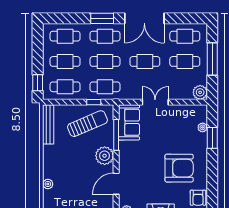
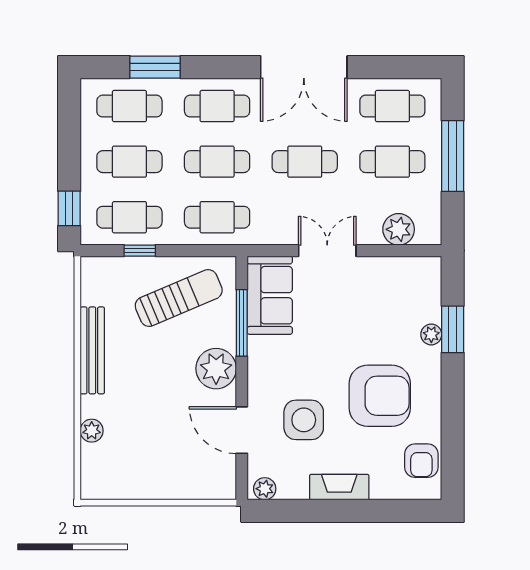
window: (102, 18) -> (155, 67), moved
plant: (200, 92) -> (399, 229), moved
window: (94, 102) -> (140, 251), moved
bench: (48, 124) -> (92, 350), moved
plant: (203, 127) -> (431, 334), moved
side table: (144, 179) -> (304, 420), added
door: (116, 184) -> (242, 430), hinge flipped

